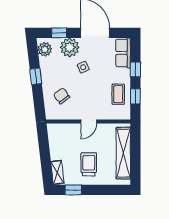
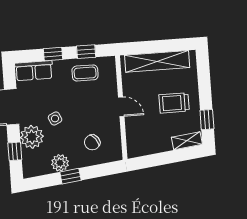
plant: (45, 49) -> (60, 163), moved

